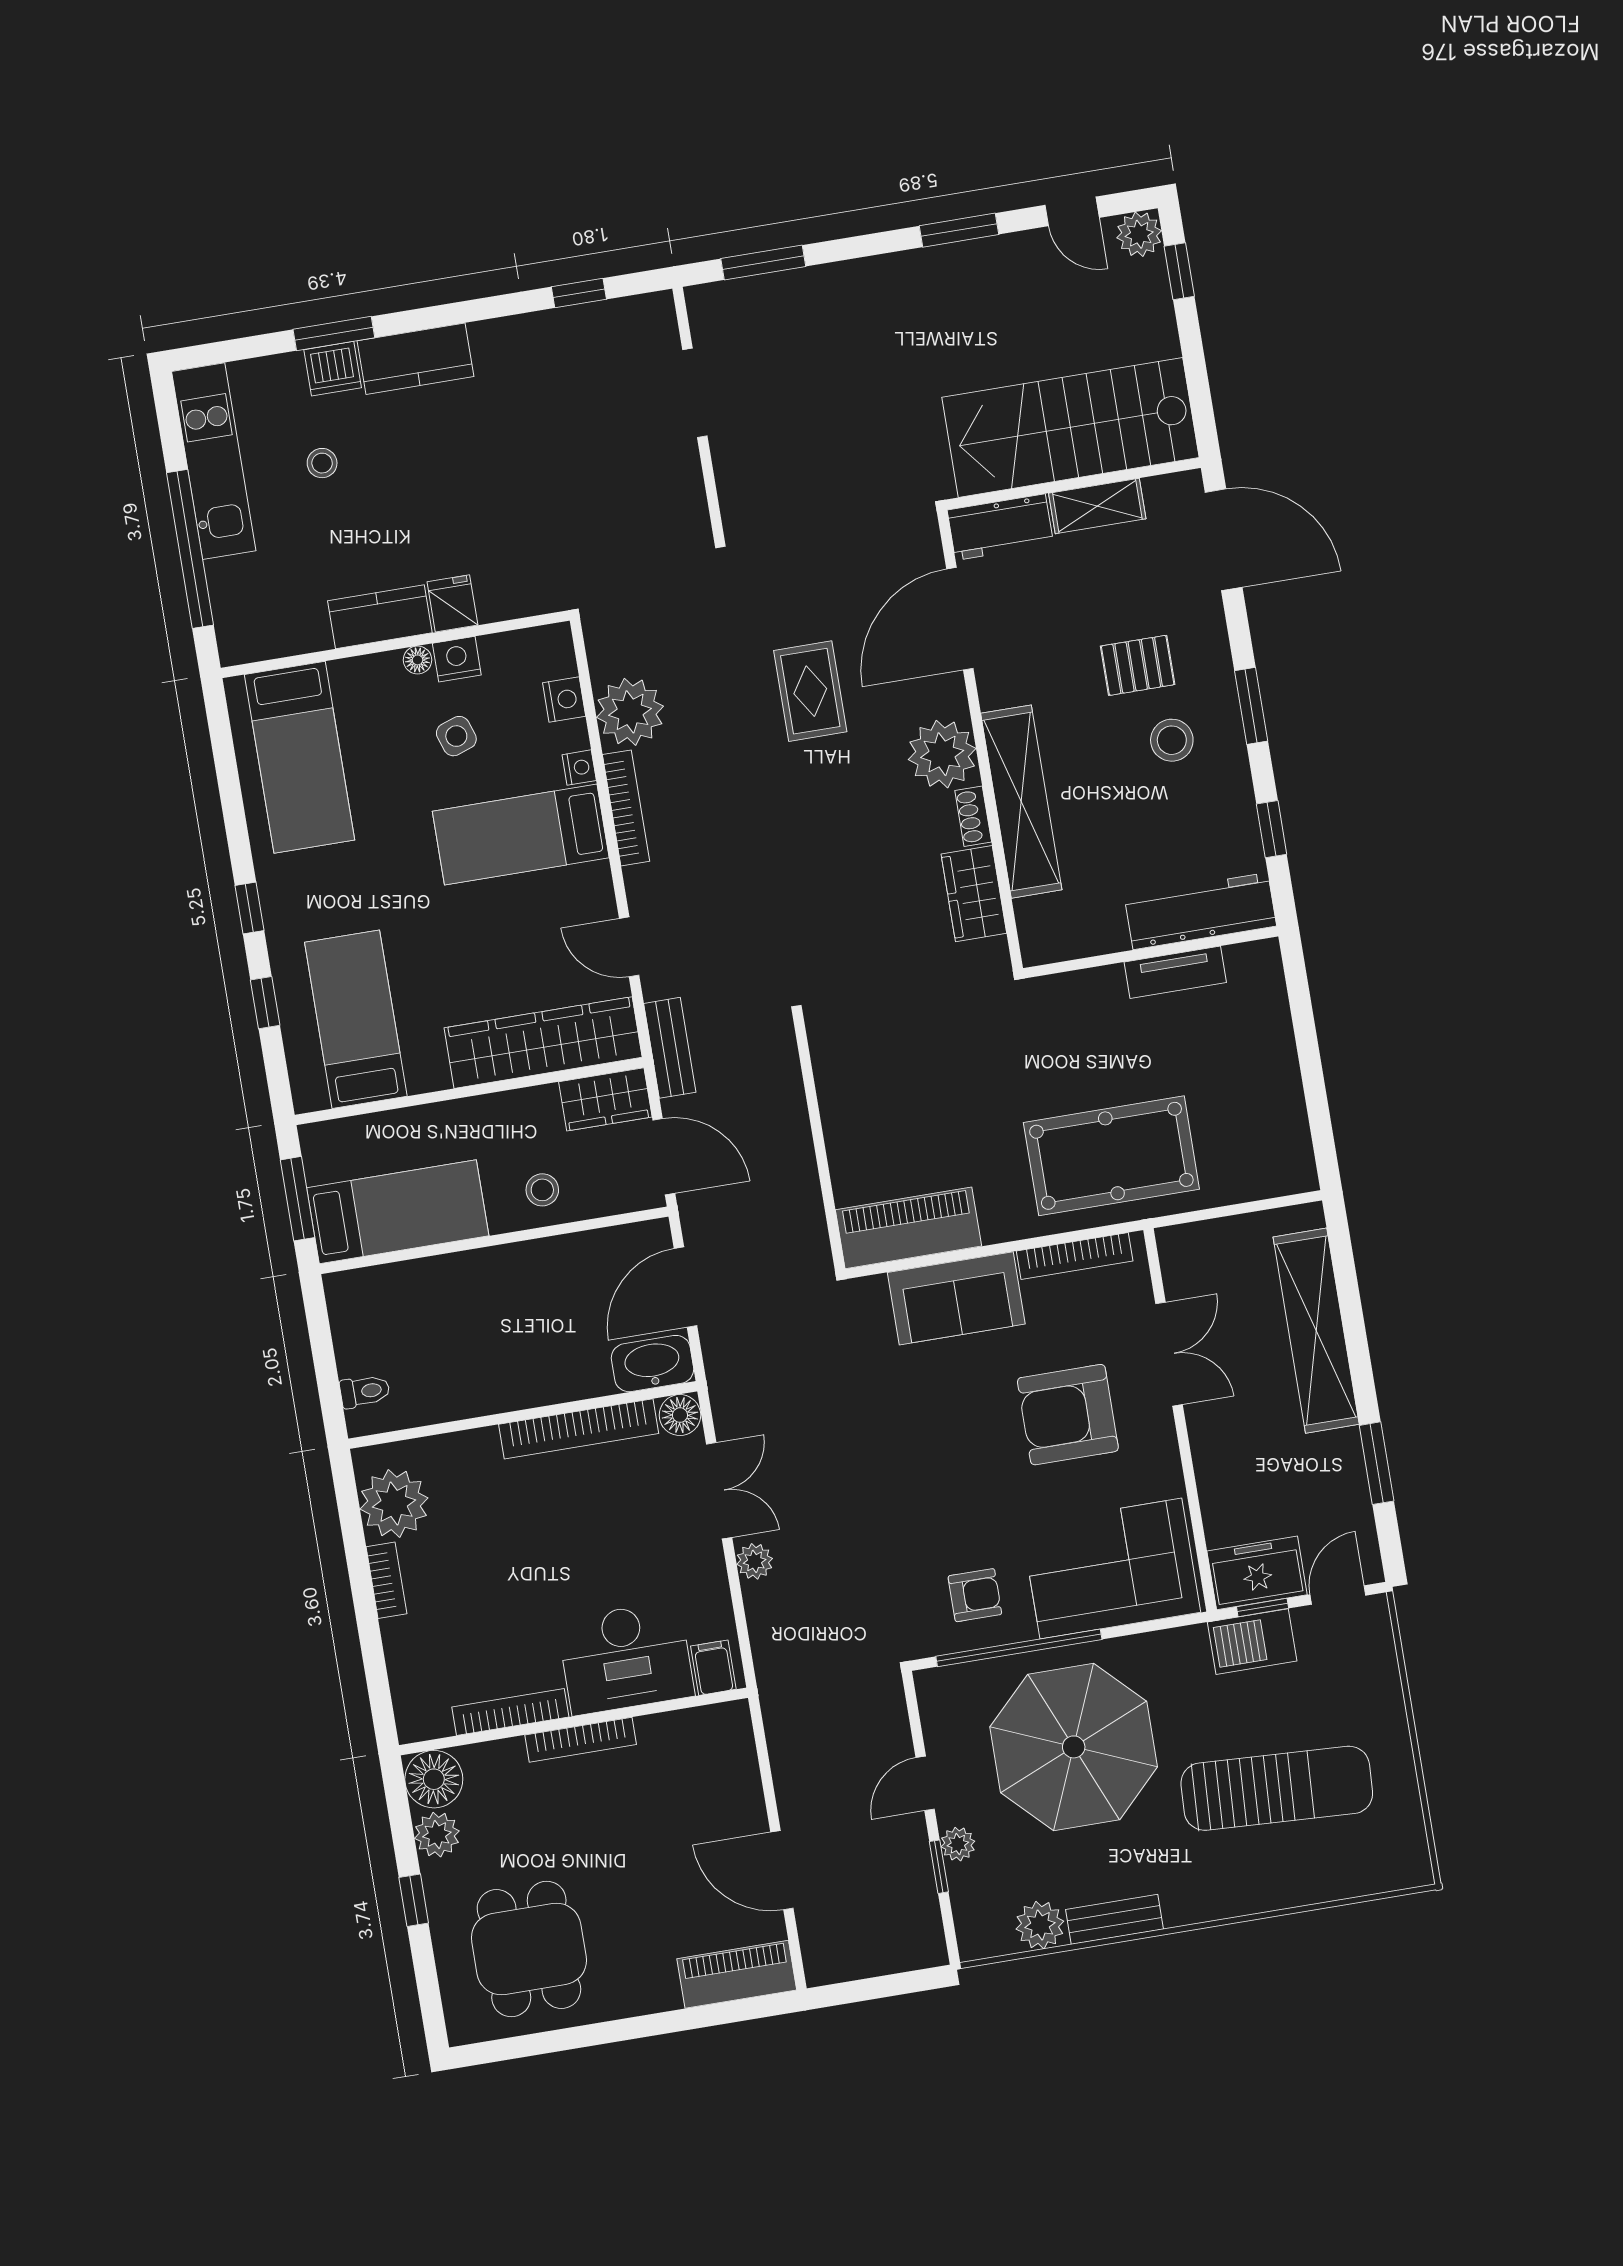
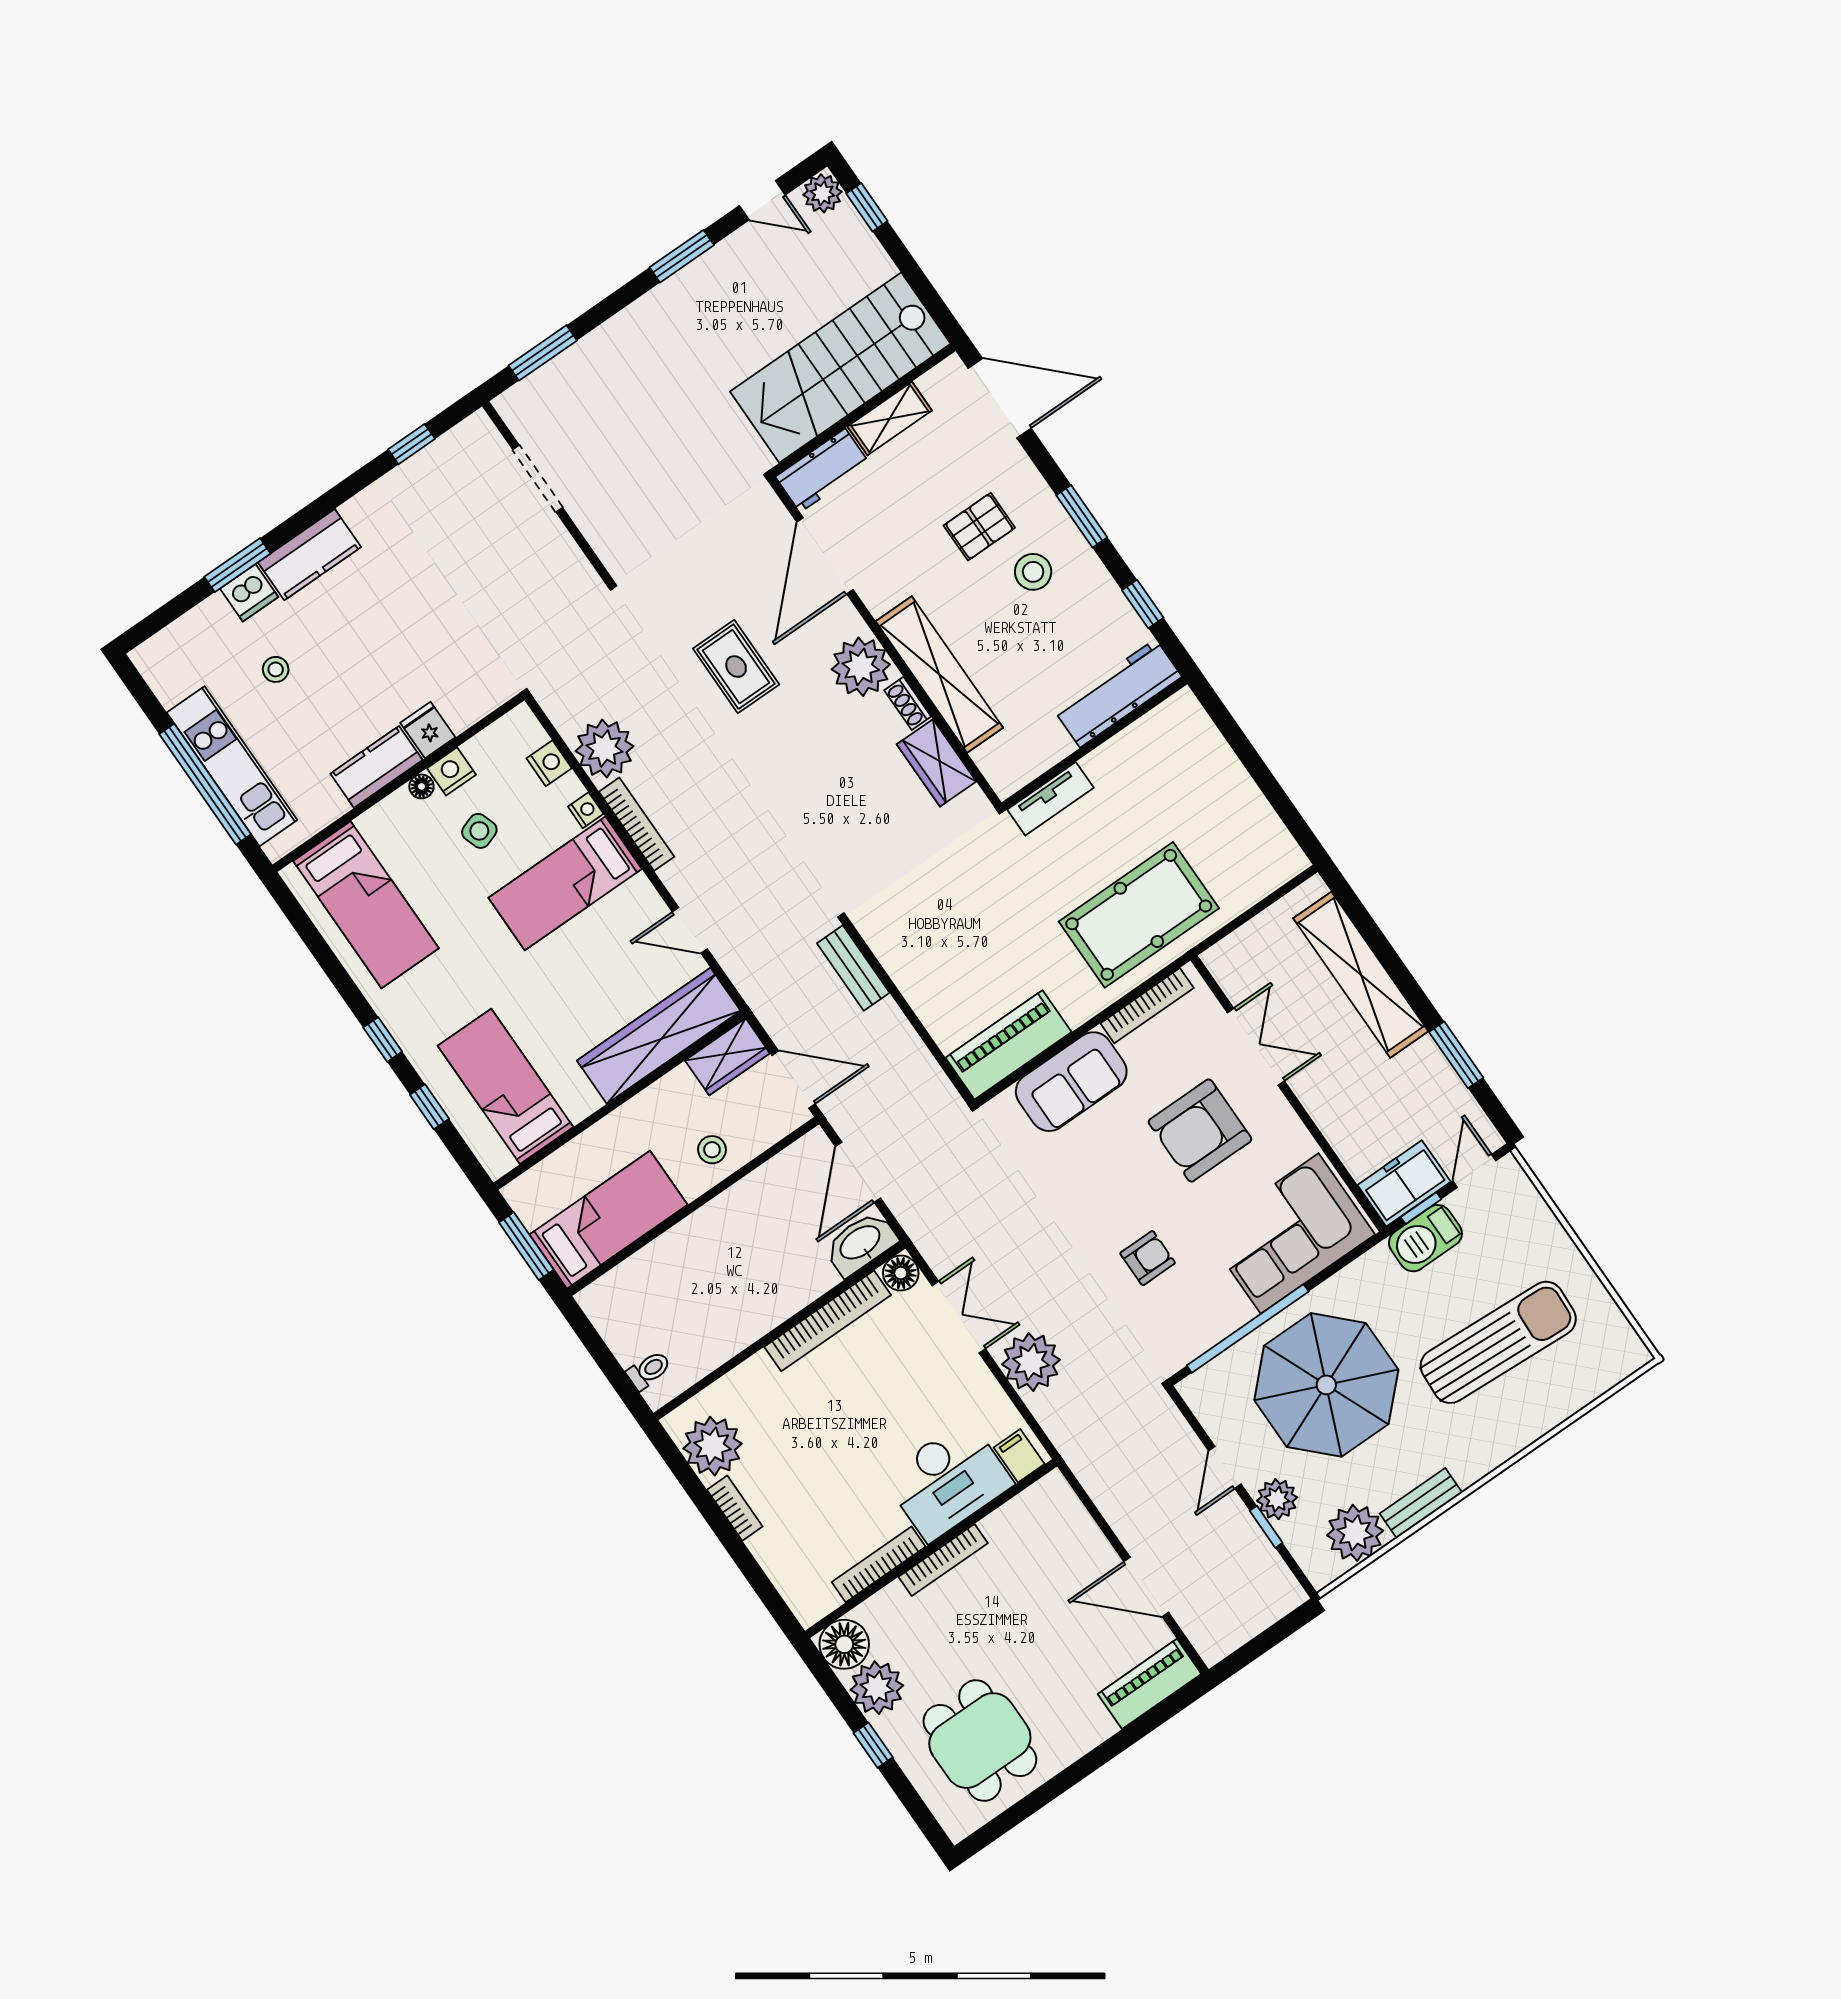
kitchen unit: (214, 461) -> (232, 766), moved
tv unit: (1175, 972) -> (1050, 799), moved
bench: (670, 1048) -> (853, 968), moved
plant: (755, 1561) -> (1031, 1362), width x1.88, depth x1.88
armchair: (975, 1595) -> (1148, 1258), moved
plant: (437, 1835) -> (877, 1688), width x1.36, depth x1.36
plant: (958, 1844) -> (1277, 1499), width x1.38, depth x1.38
plant: (1040, 1925) -> (1355, 1533), width x1.36, depth x1.36

